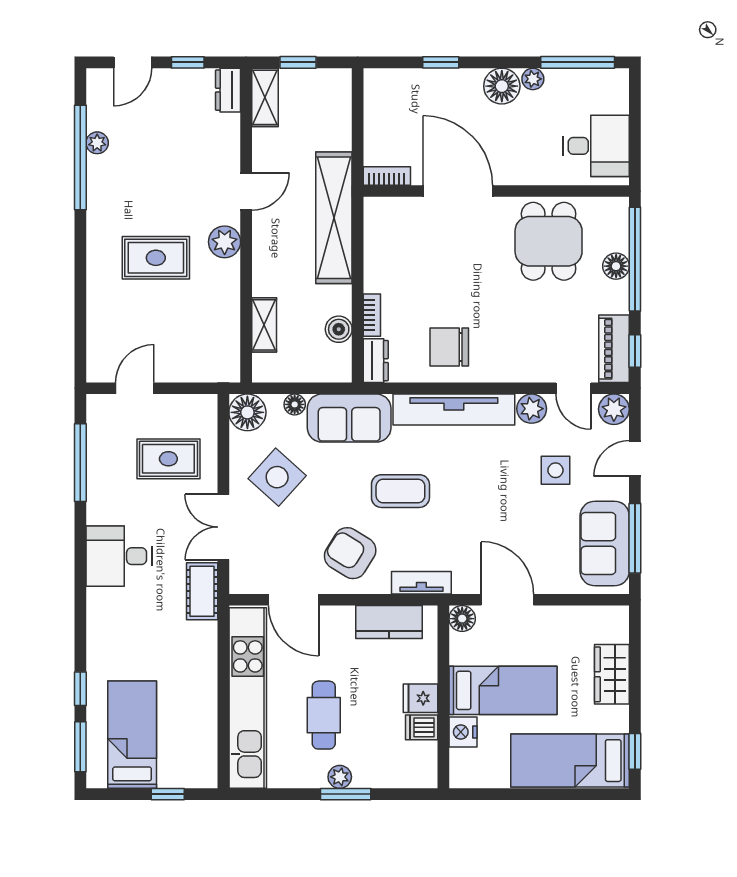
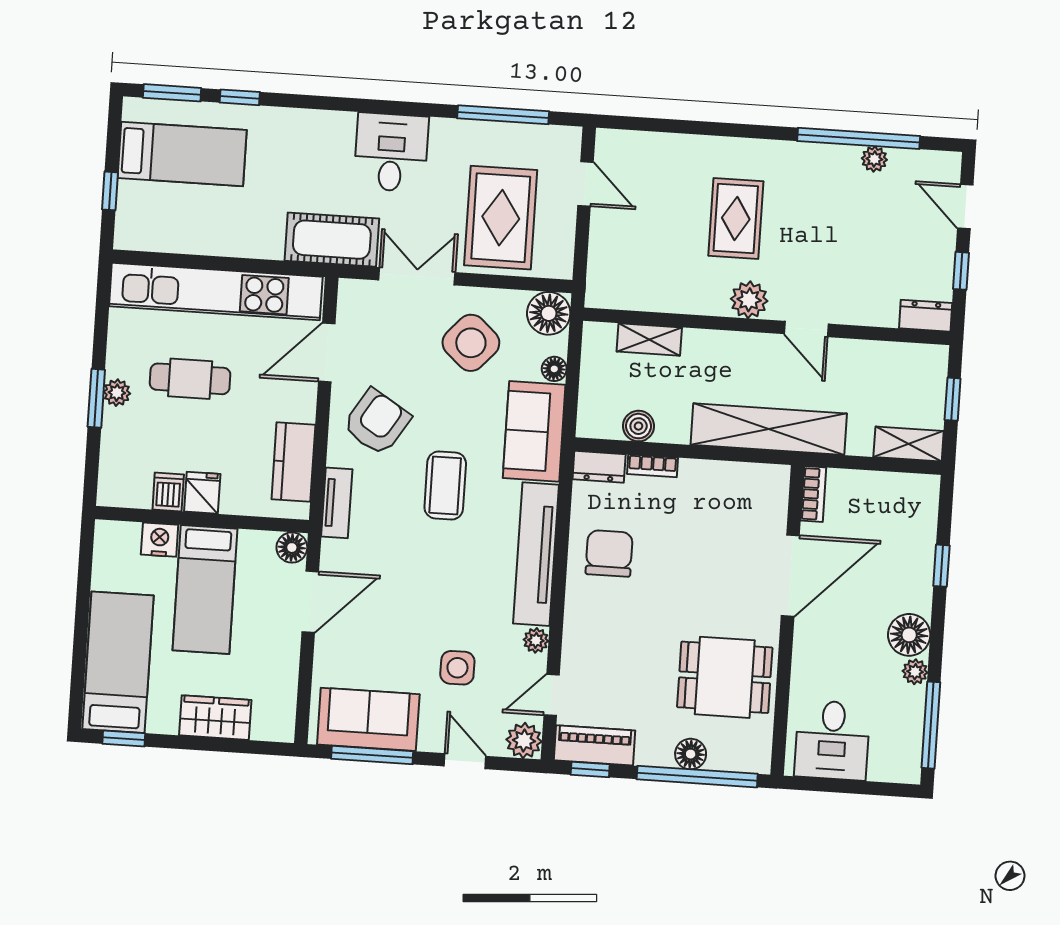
shelving: (265, 97) -> (909, 444), moved
plant: (532, 409) -> (536, 640), width x0.73, depth x0.73
rug: (168, 459) -> (501, 218), width x1.36, depth x1.43
cot: (202, 591) -> (332, 240), width x1.37, depth x1.34

